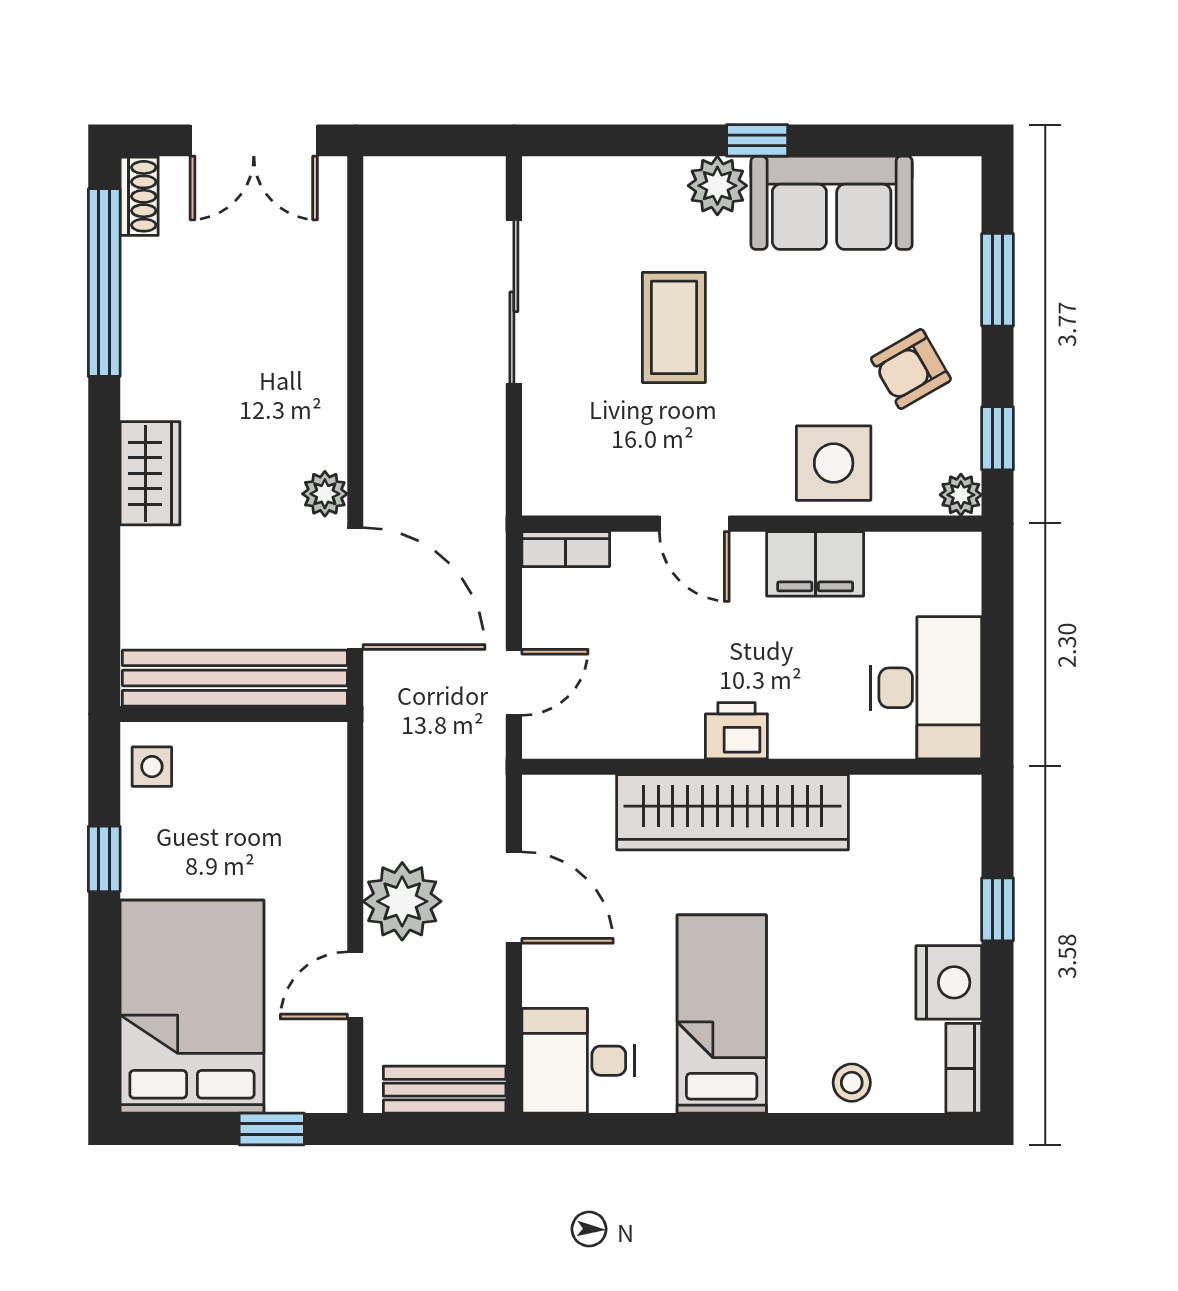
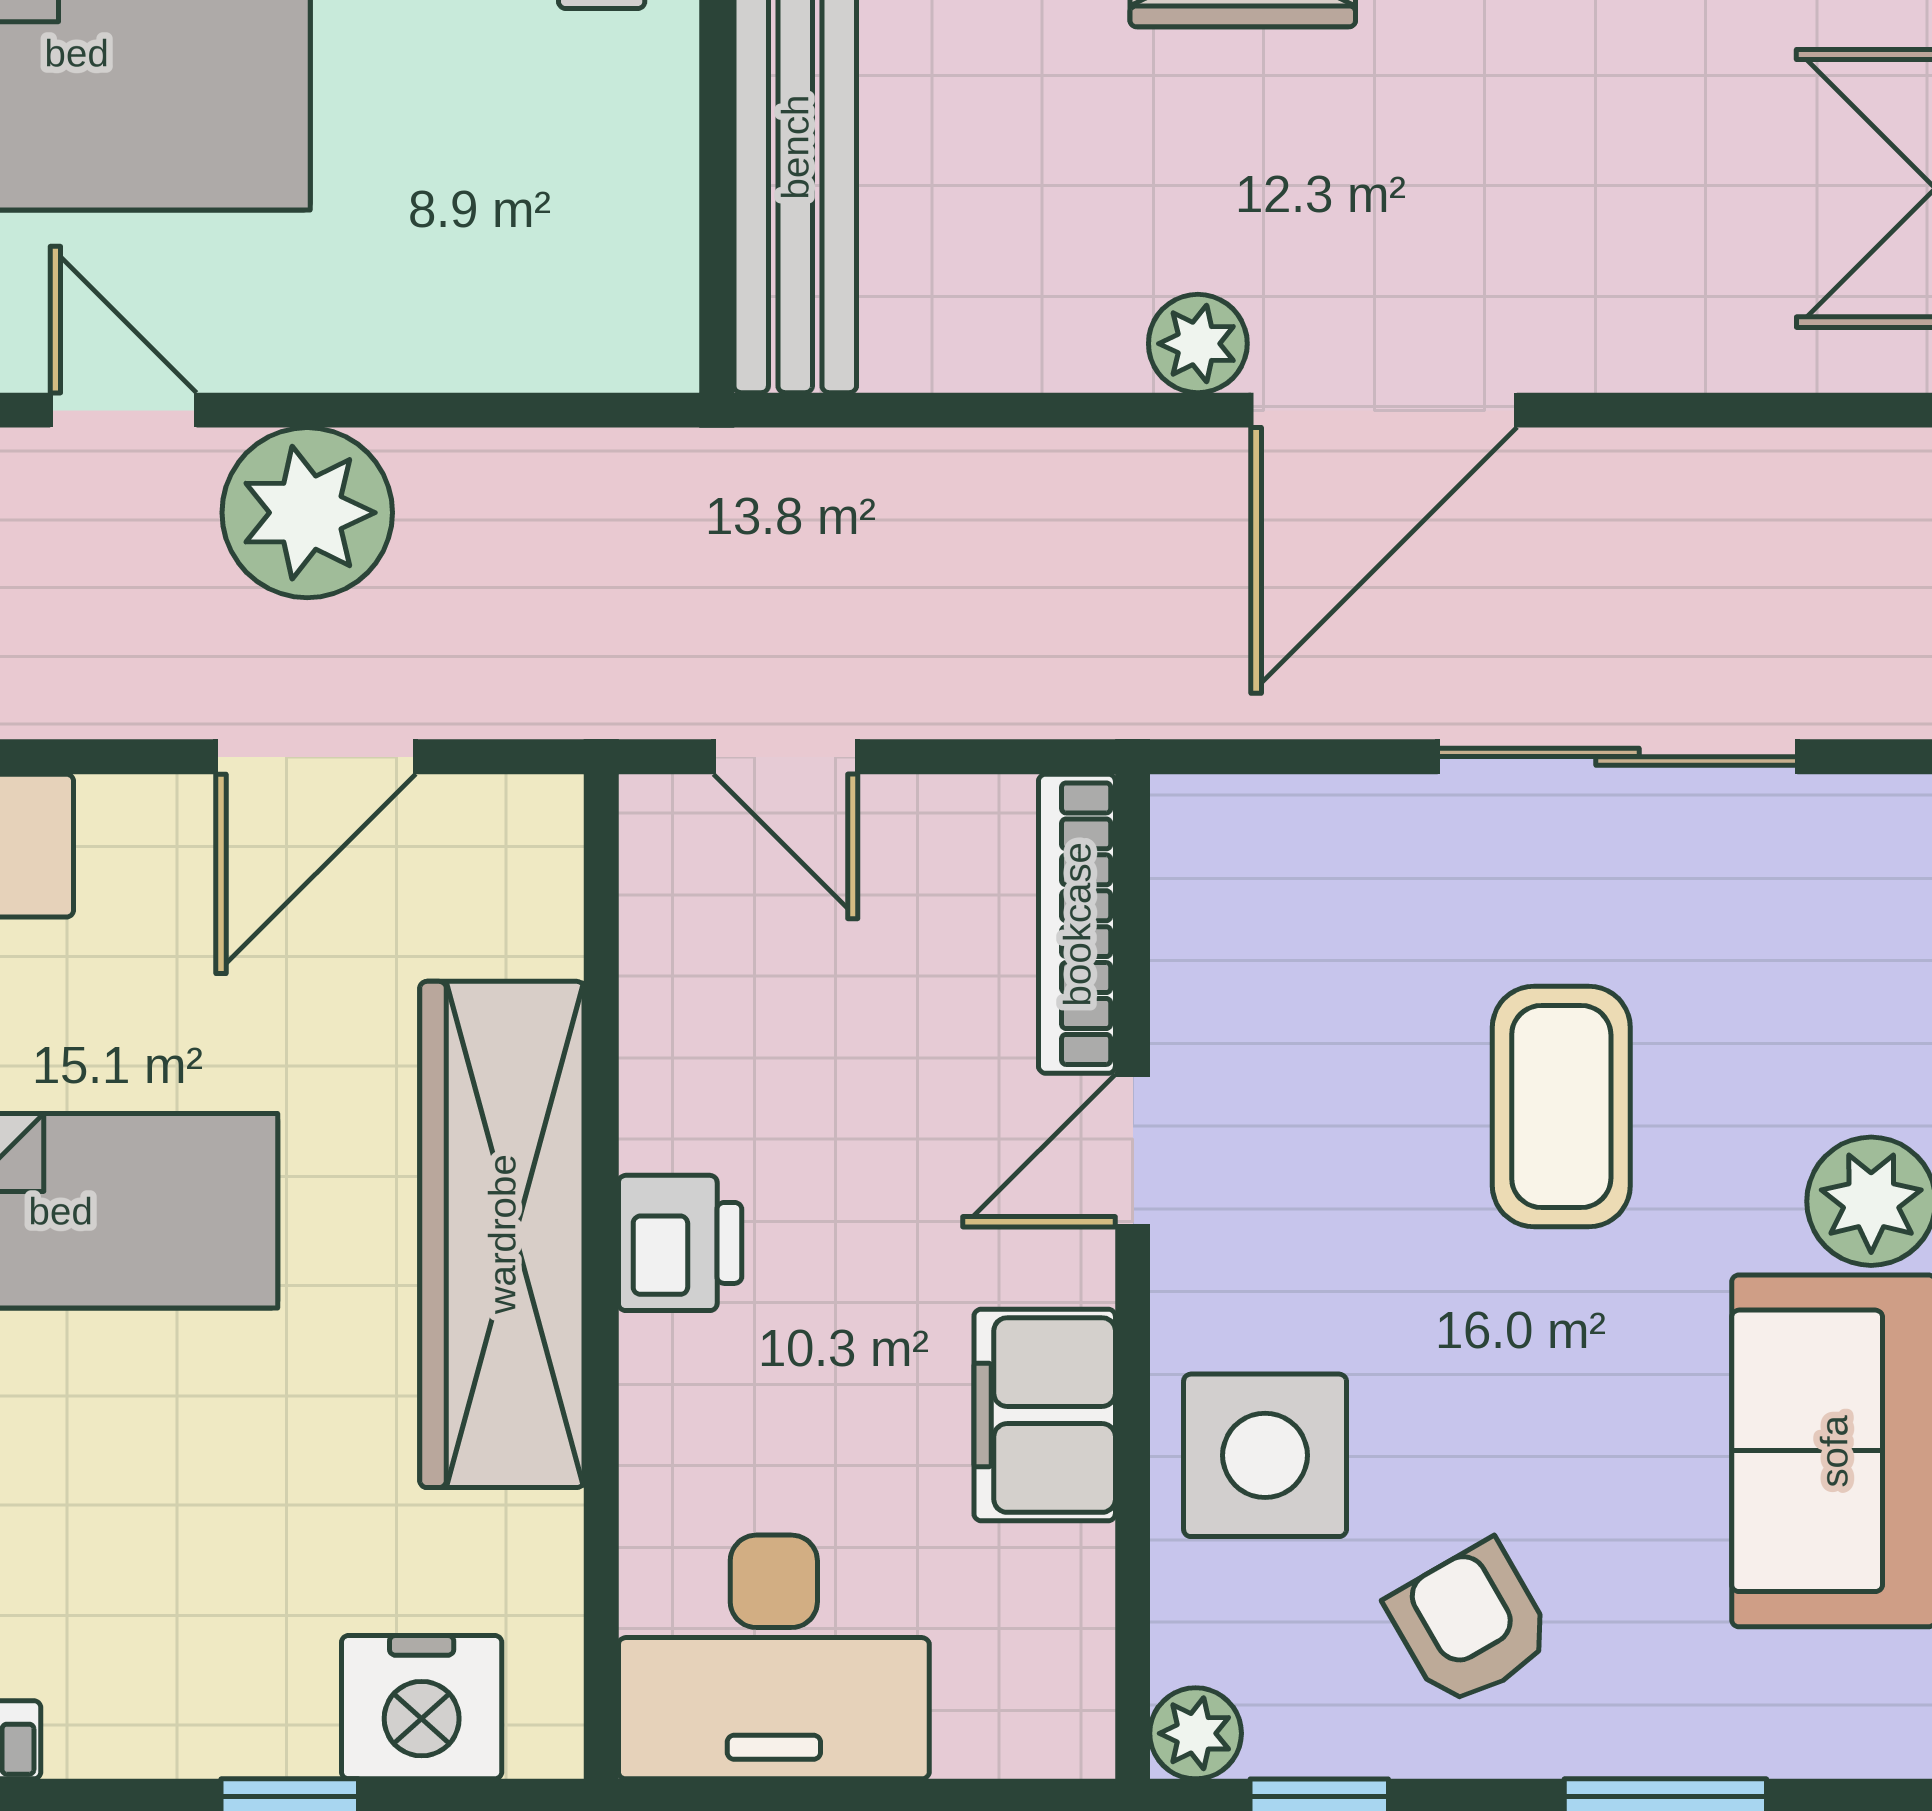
coffee table: (674, 327) -> (1561, 1106), turned 90
bookcase: (566, 549) -> (1077, 924), width x1.56
door: (355, 588) -> (1384, 410), moved
nightstand: (949, 982) -> (422, 1707), moved

